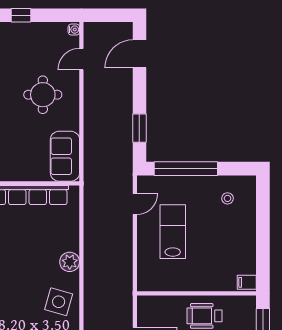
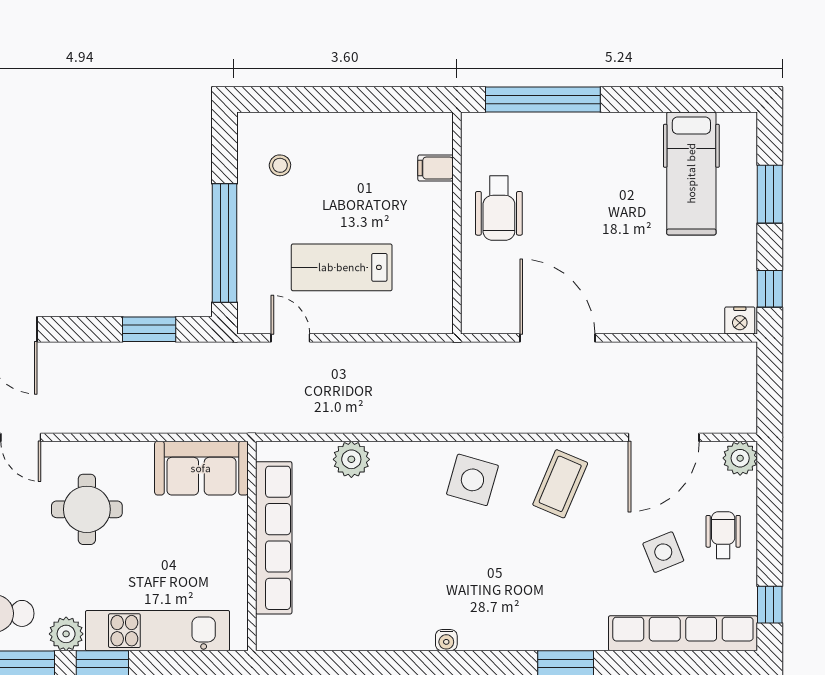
plant: (70, 262) -> (351, 459), moved
filing cabinet: (247, 282) -> (436, 168), moved, turned 90

